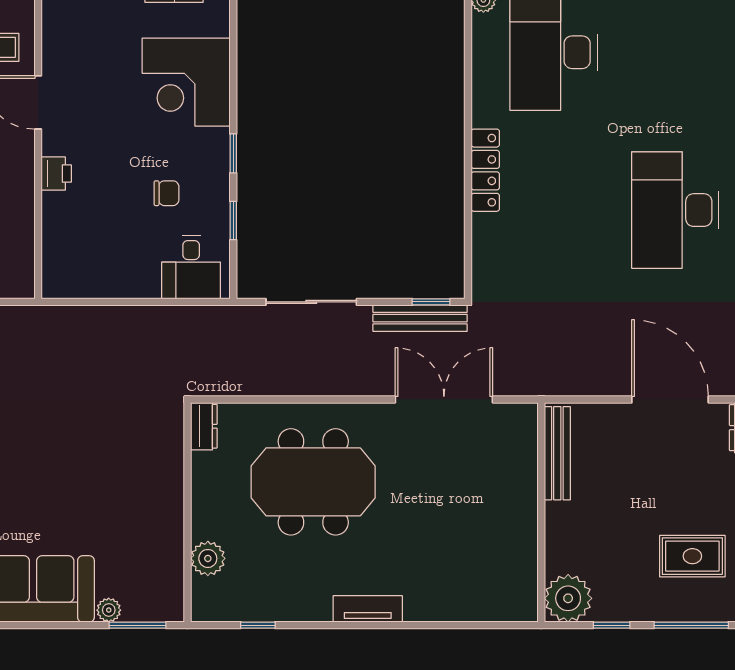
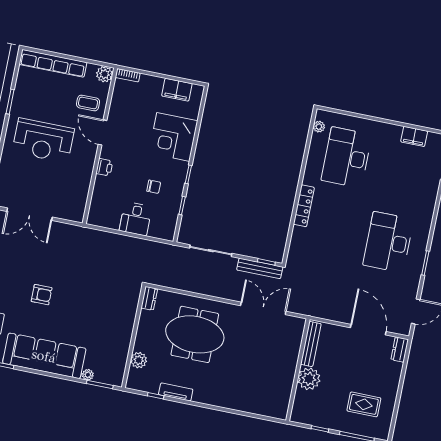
desk: (191, 267) -> (136, 219), moved
plant: (568, 598) -> (309, 379), moved
tv unit: (368, 609) -> (176, 392), moved

